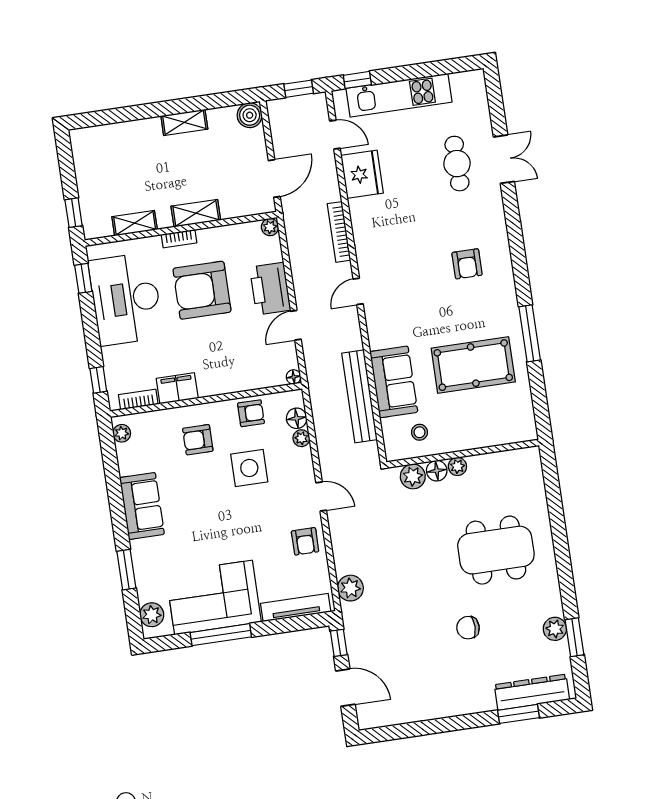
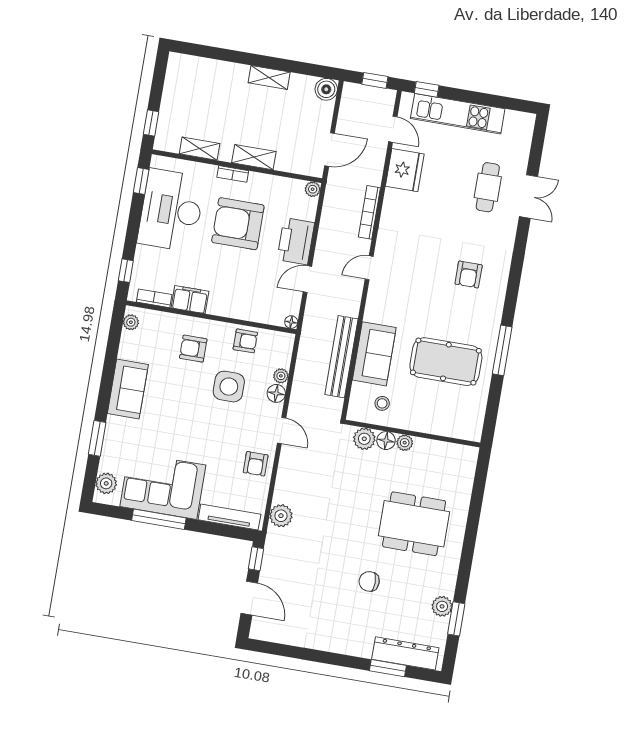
floor lamp: (297, 418) -> (276, 393), moved

